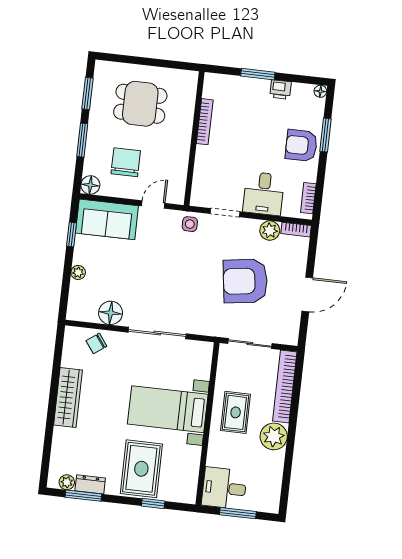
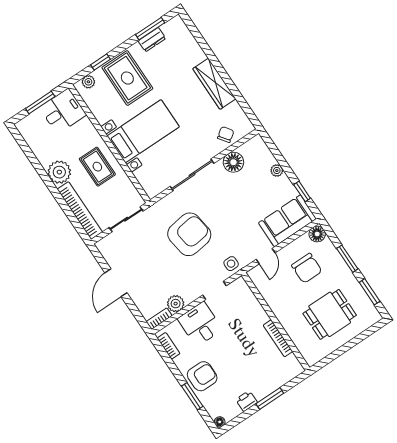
armchair: (245, 281) -> (189, 234), moved
plant: (67, 482) -> (88, 82), moved

